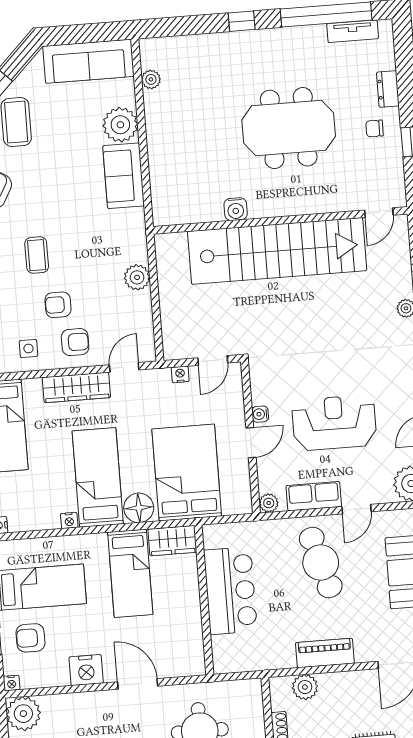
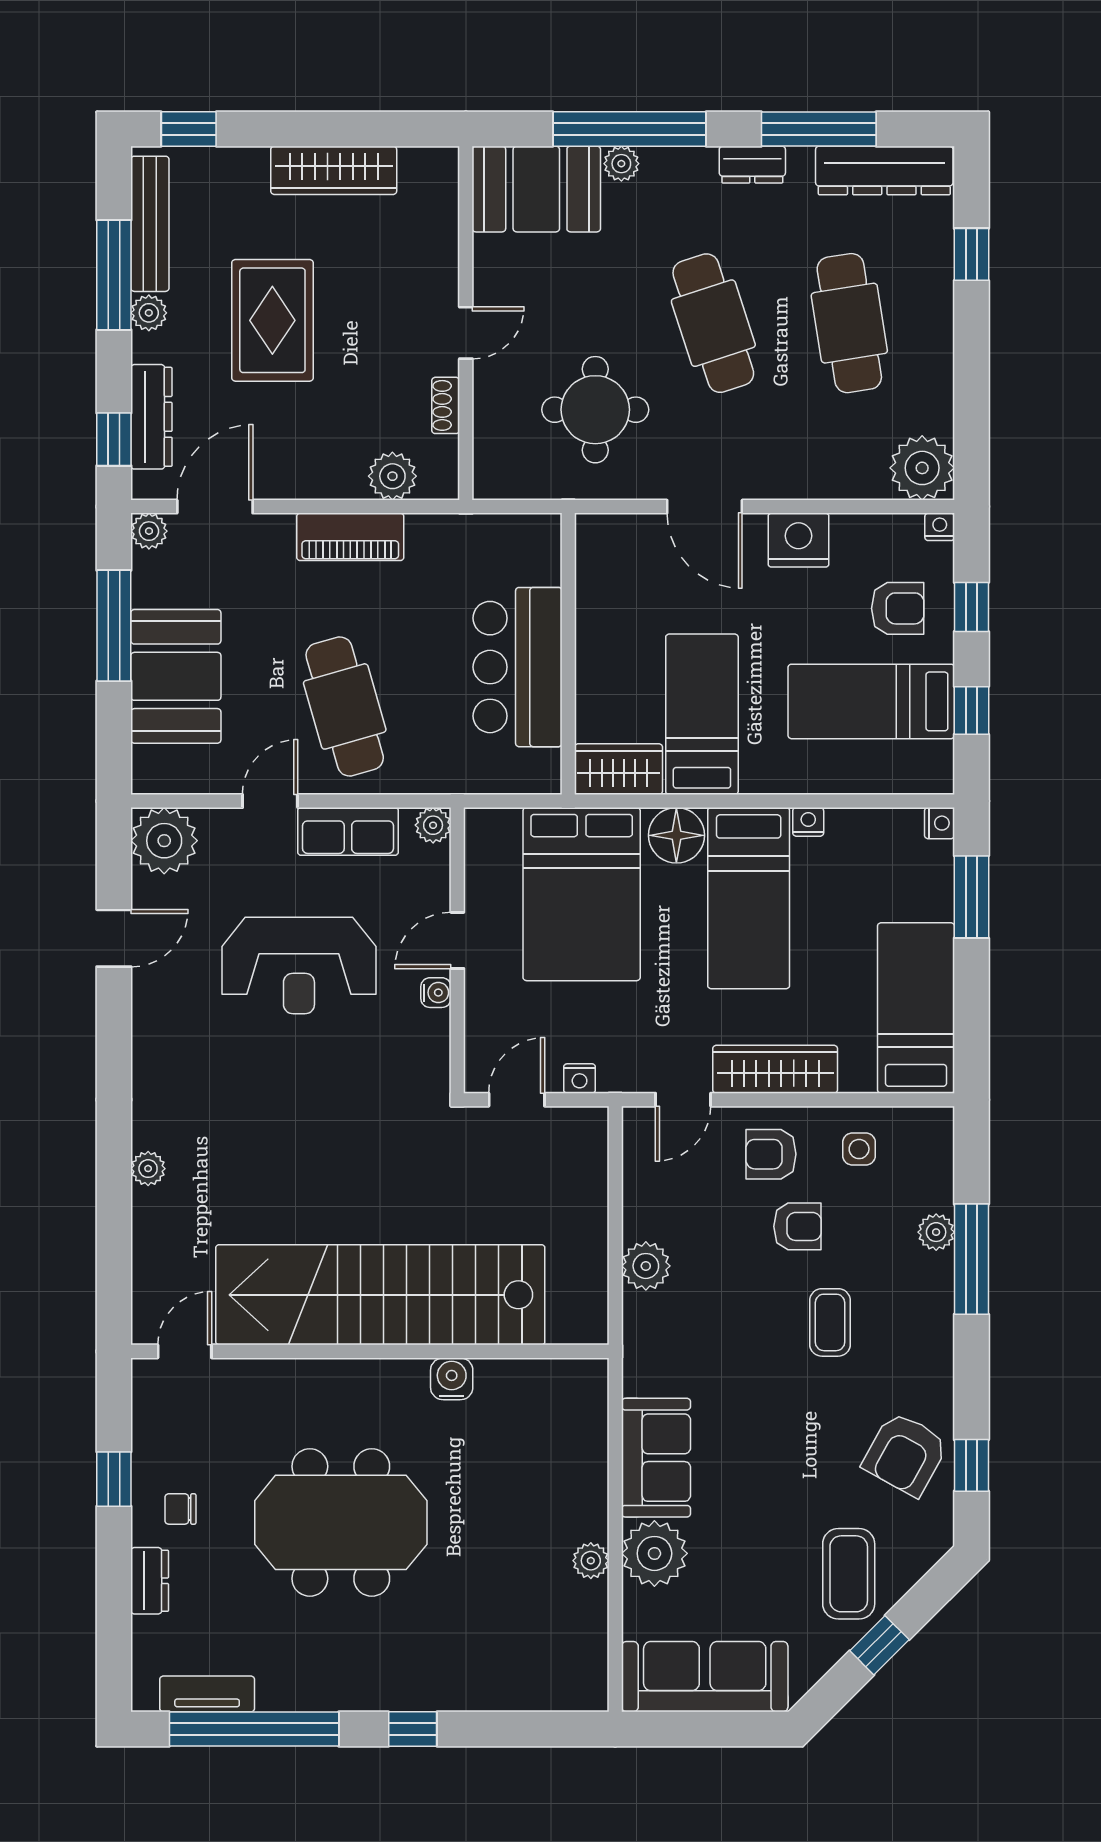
plant: (151, 79) -> (591, 1561), moved
chair: (374, 129) -> (180, 1509), turned 180

